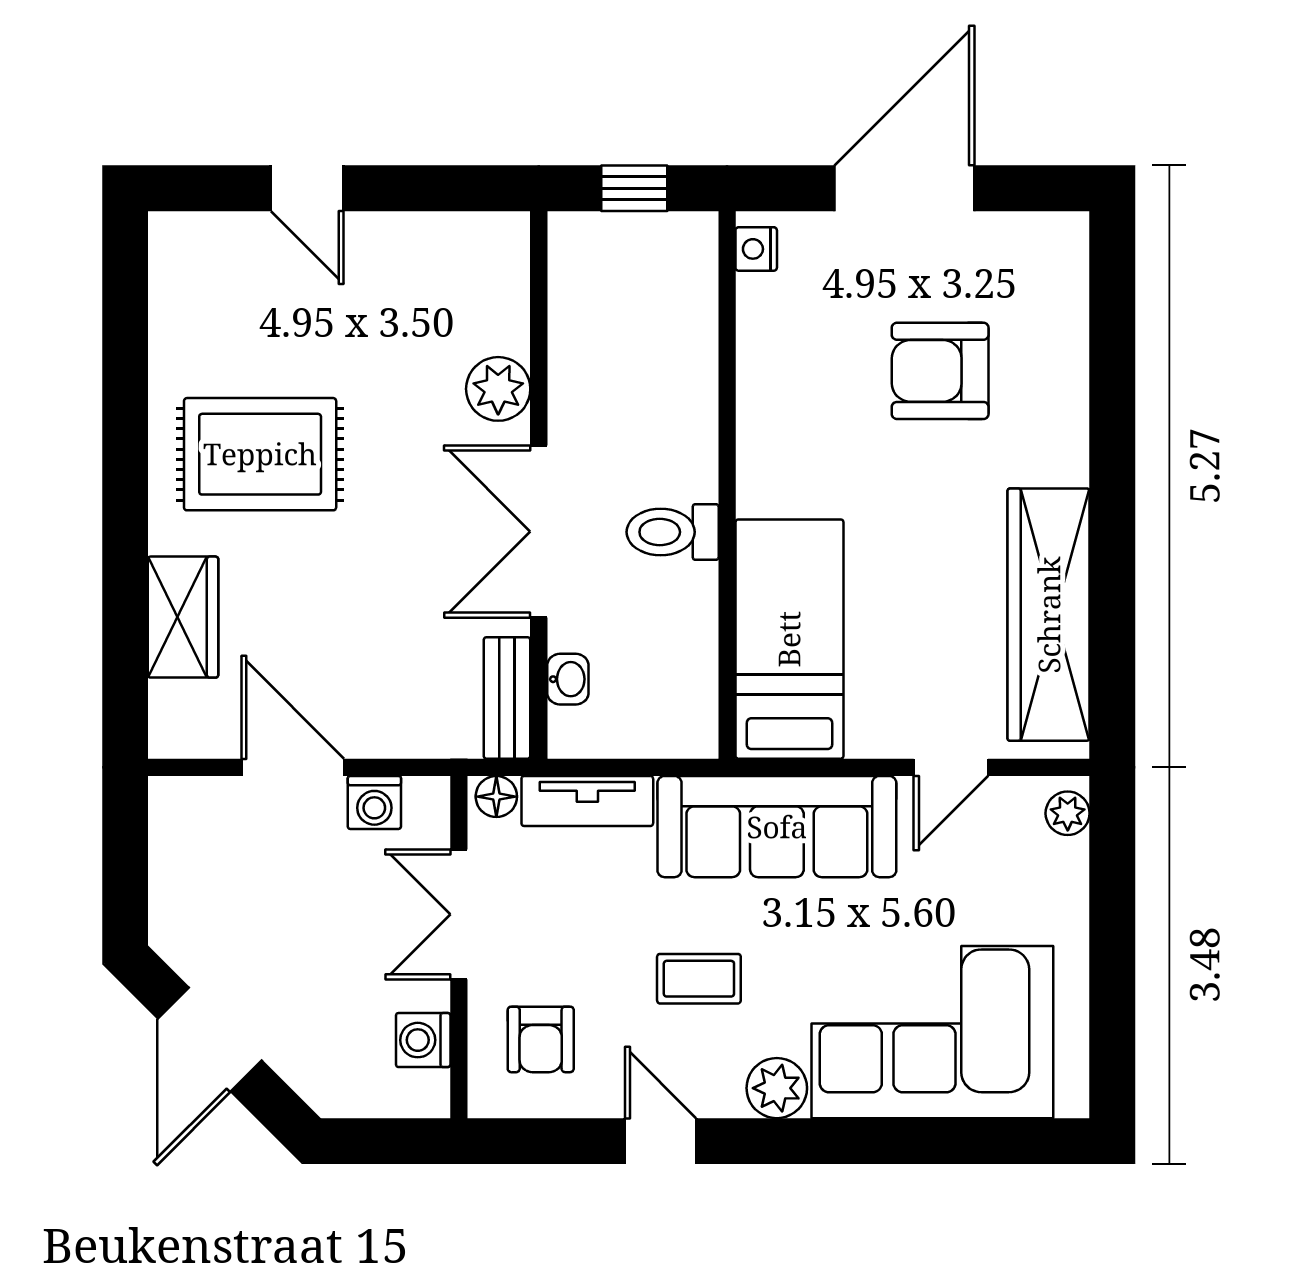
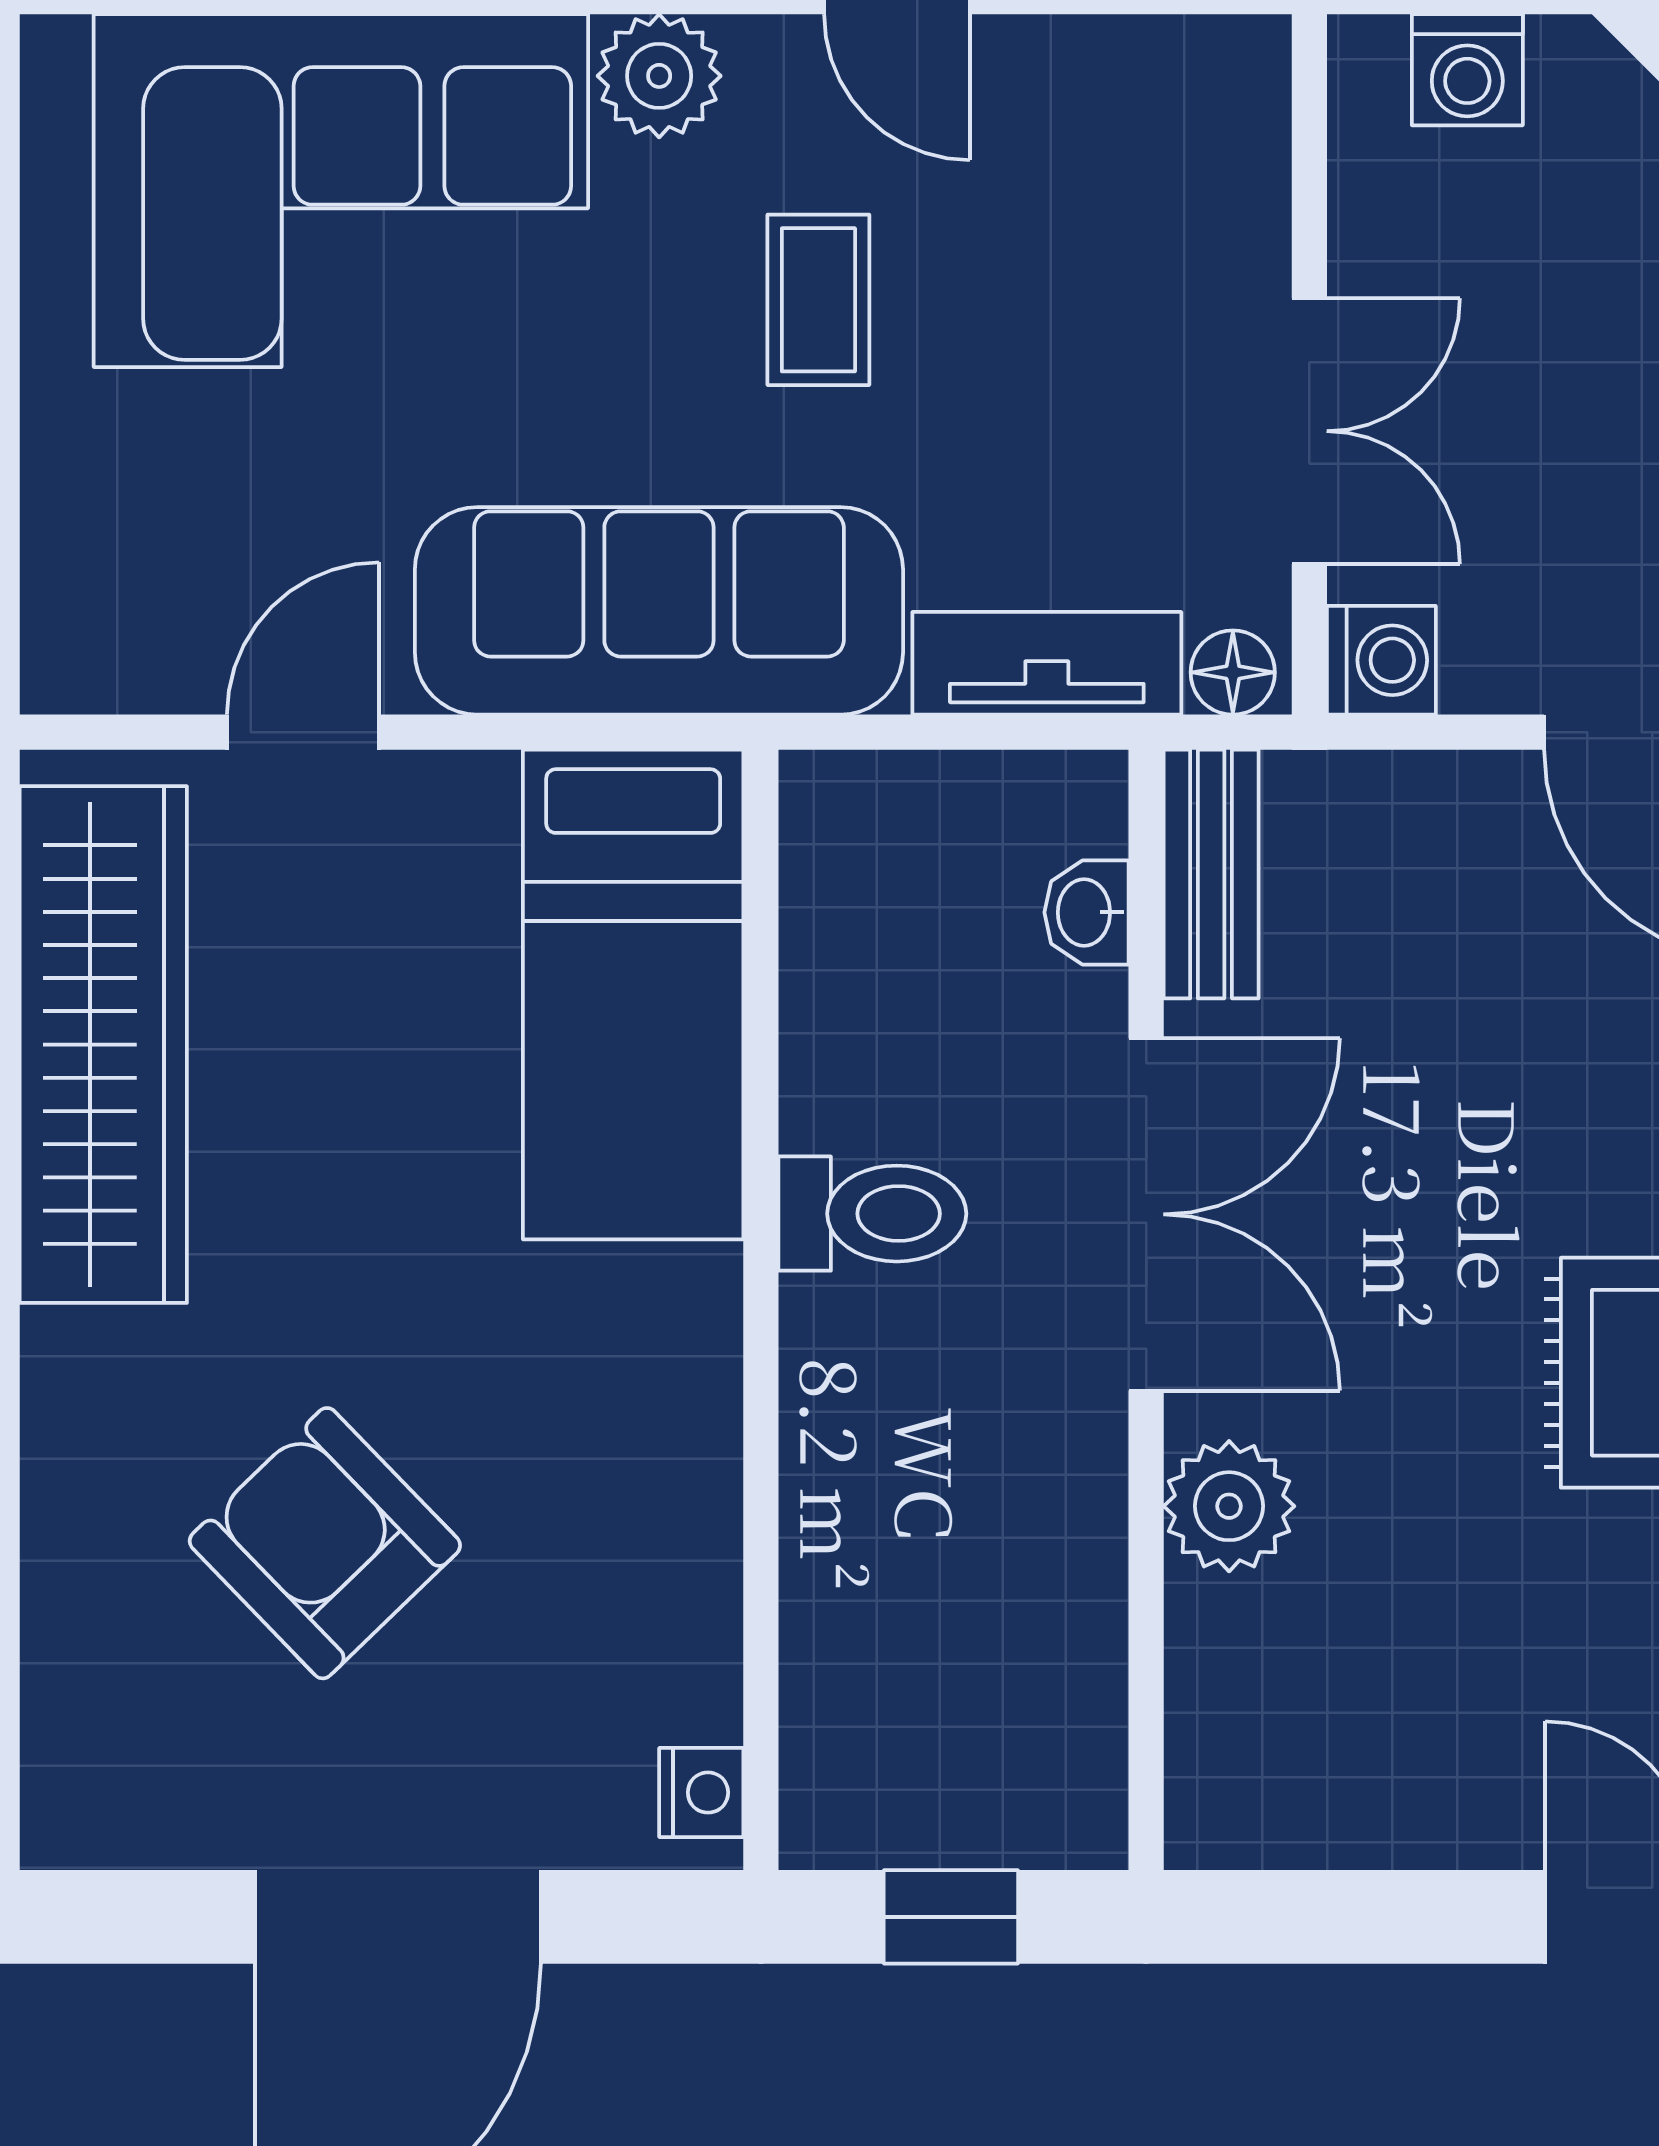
armchair: (940, 371) -> (325, 1543), turned -134
washing machine: (374, 802) -> (1381, 660), moved, turned 90
plant: (1068, 813) -> (64, 638), removed
coffee table: (699, 979) -> (818, 300), turned 90
armchair: (541, 1039) -> (1142, 176), removed
washing machine: (423, 1040) -> (1467, 70), moved, turned 90

